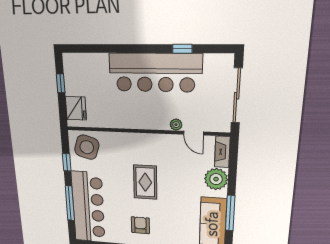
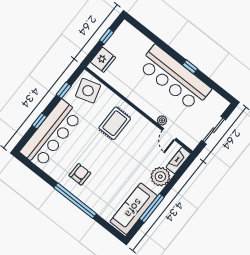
window: (182, 49) -> (190, 67), moved
sliding door: (237, 96) -> (214, 130), width x0.73
side table: (87, 147) -> (88, 91), turned -34
rug: (145, 182) -> (115, 123), moved
window: (70, 203) -> (39, 121), width x0.46

